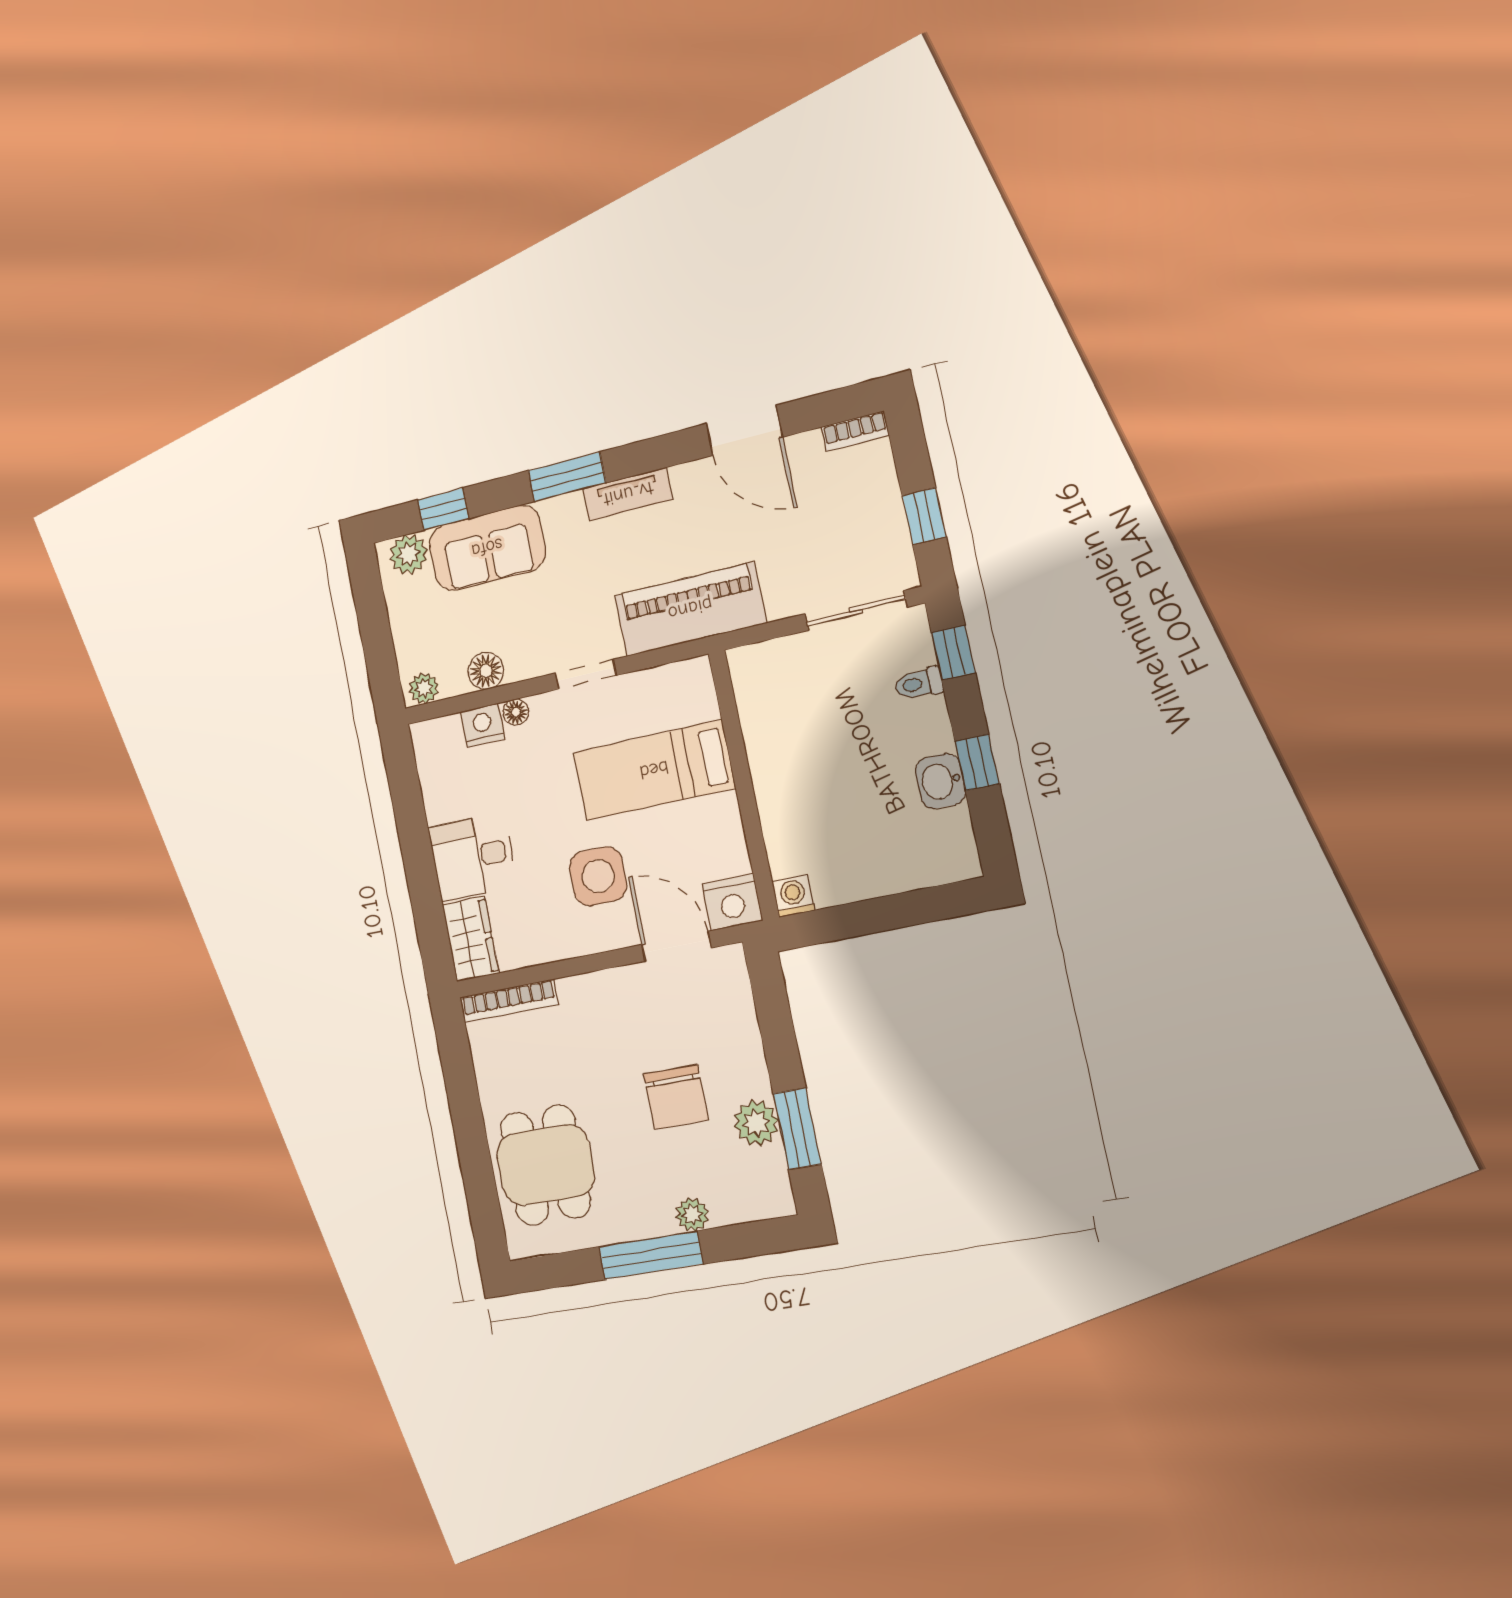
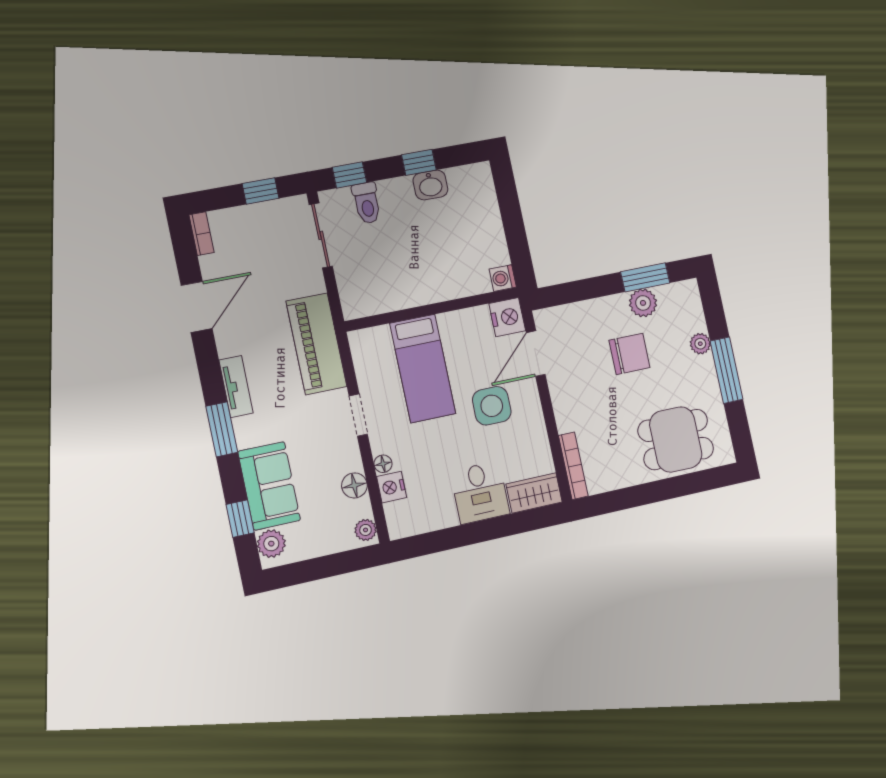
toilet: (919, 684) -> (367, 203), width x1.37, depth x1.39

